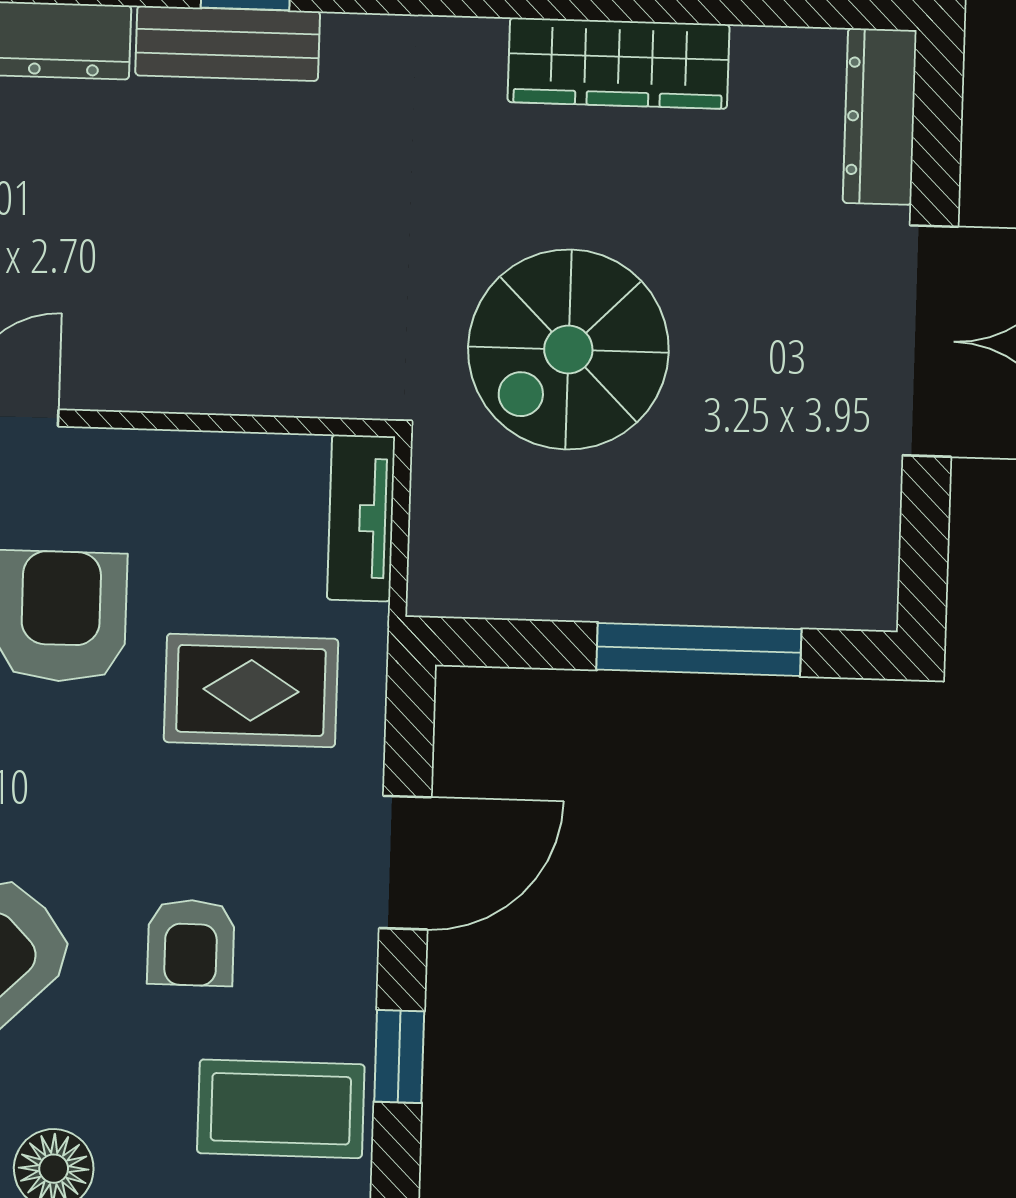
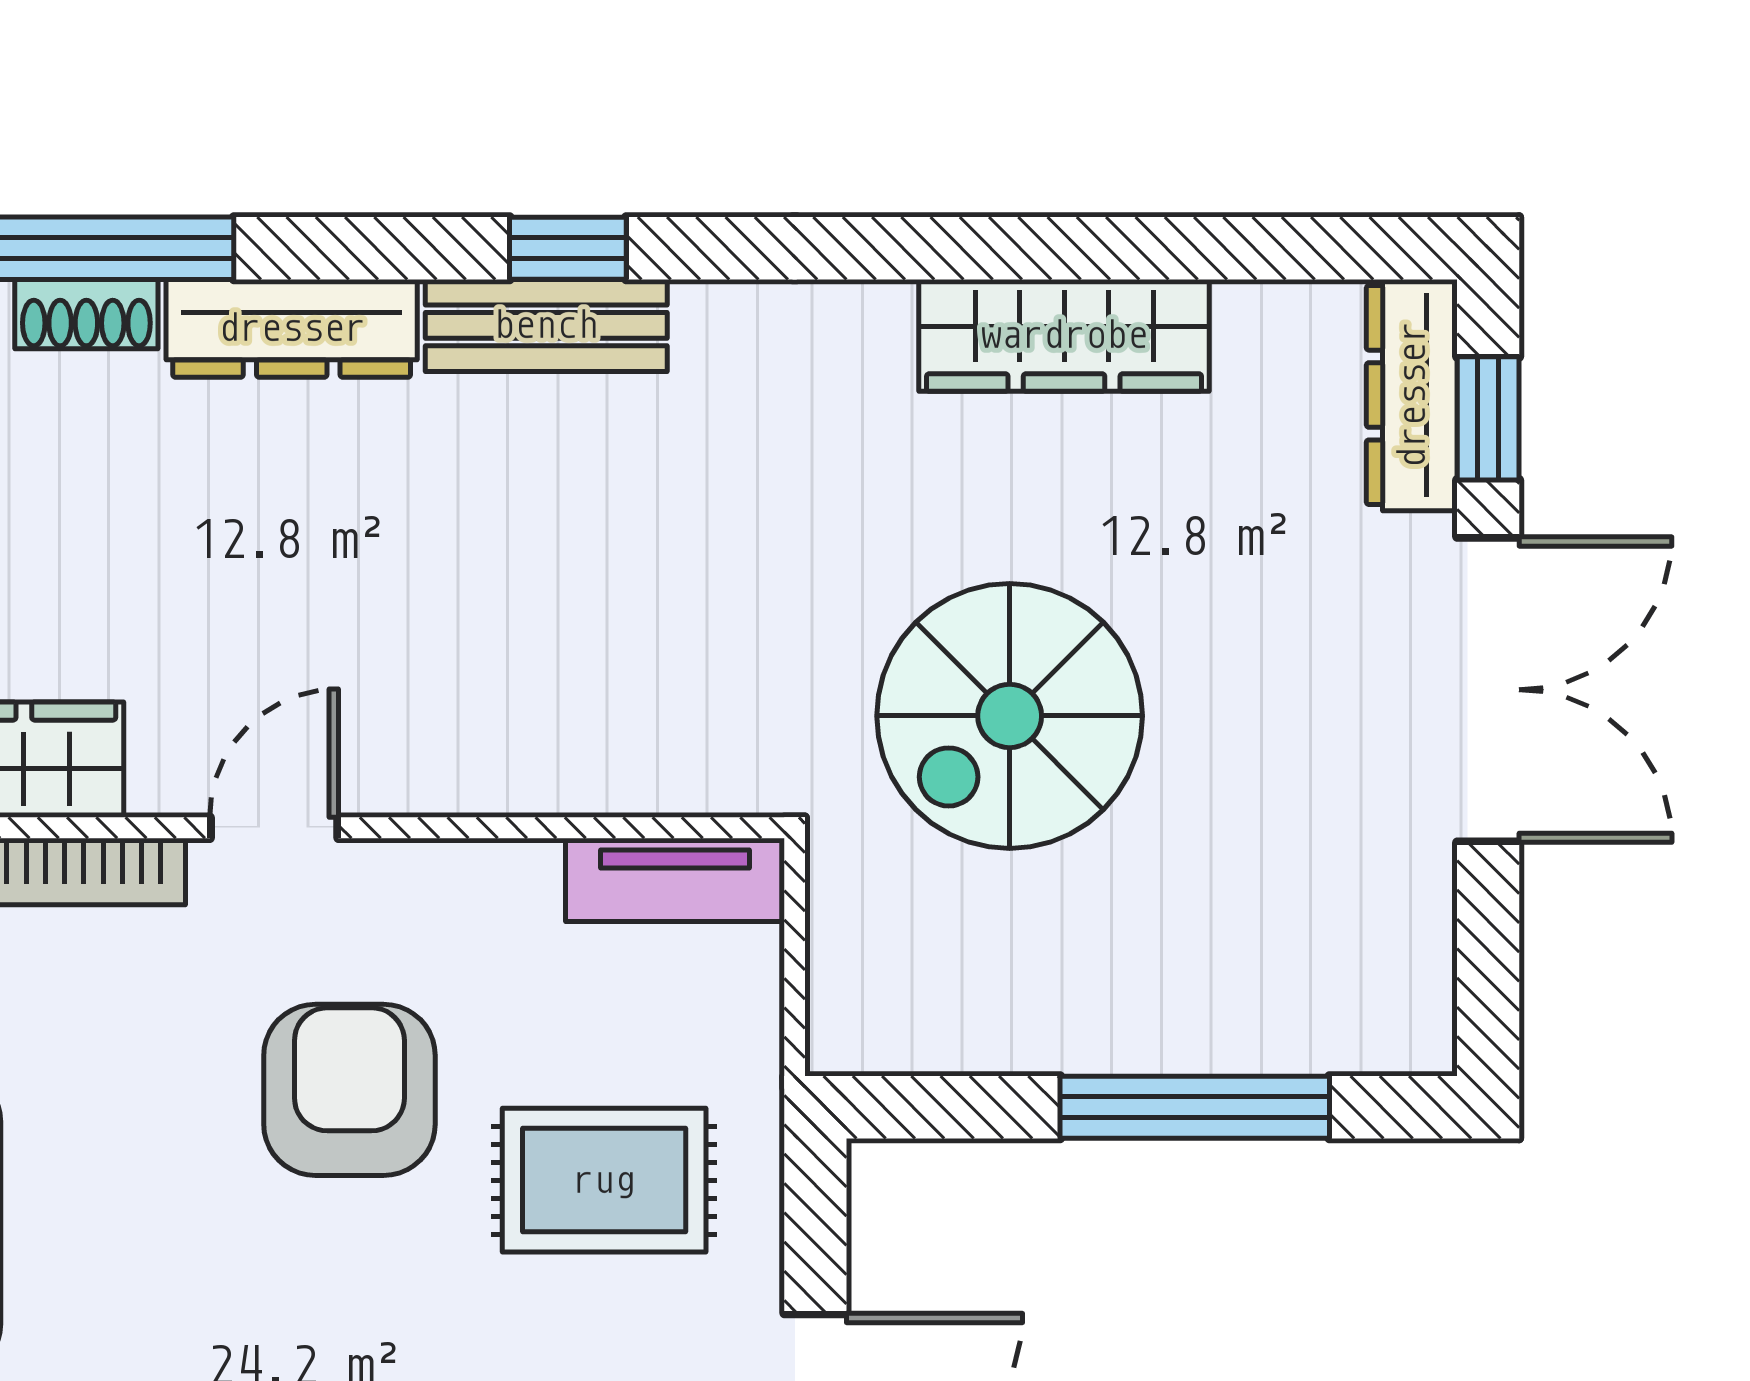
window: (937, 136) -> (1488, 418), added
tv unit: (361, 518) -> (675, 880), moved, turned -90

